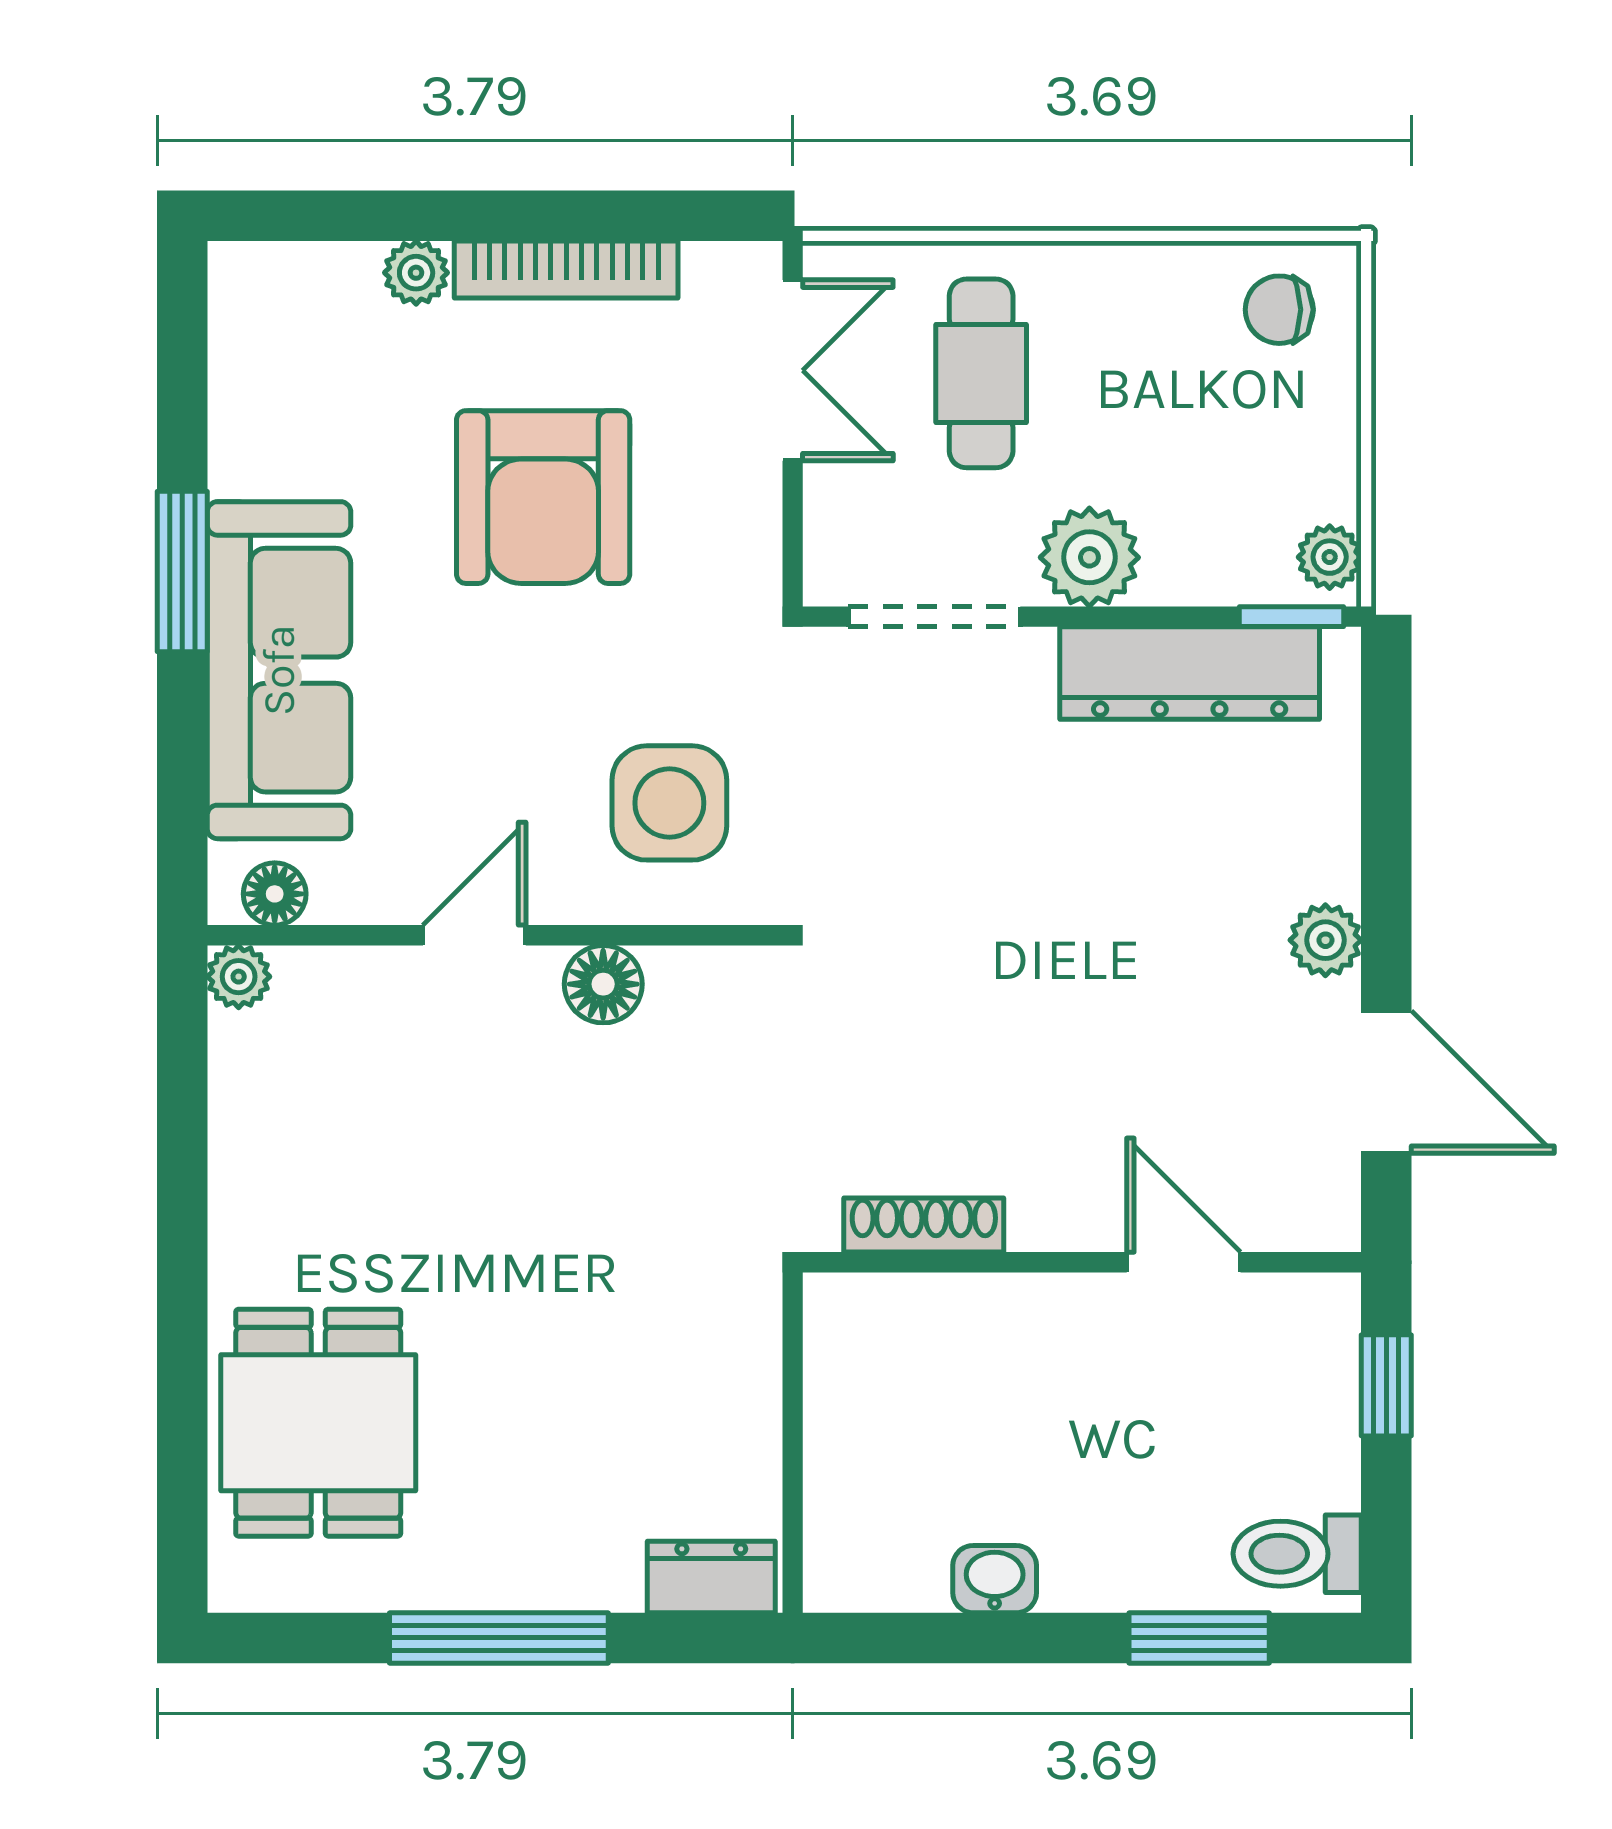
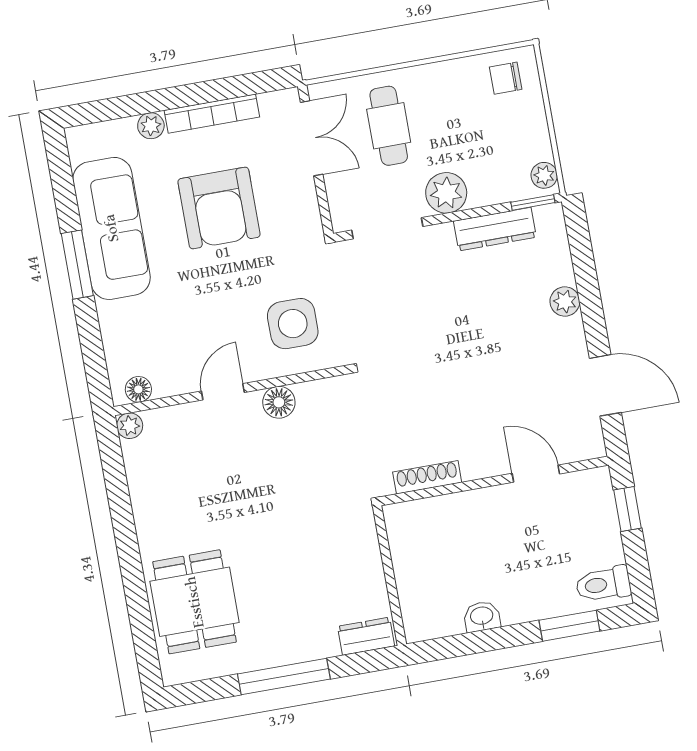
sofa: (279, 670) -> (112, 228), moved
dresser: (1190, 673) -> (495, 229), width x0.73, depth x0.80
plant: (1325, 940) -> (565, 301), moved

